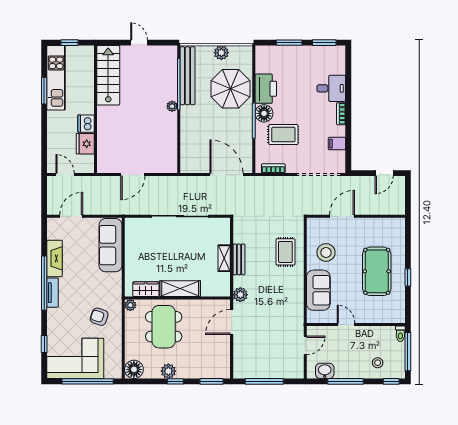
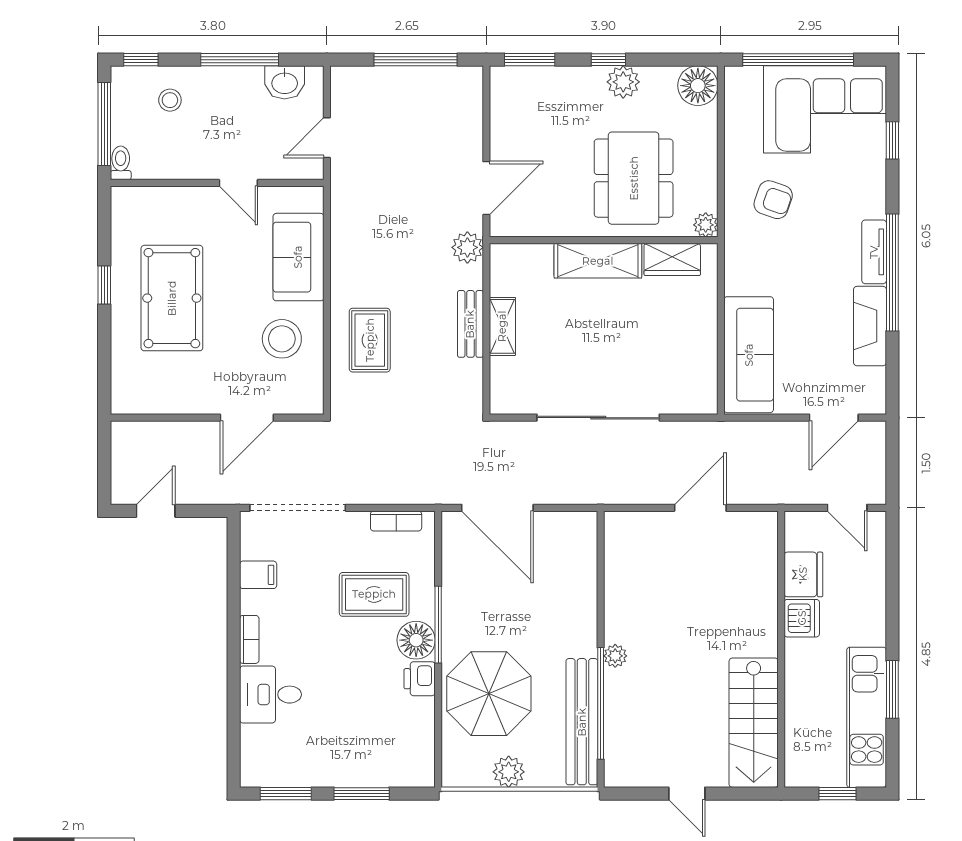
printer: (266, 89) -> (420, 679), width x0.53, depth x0.68

